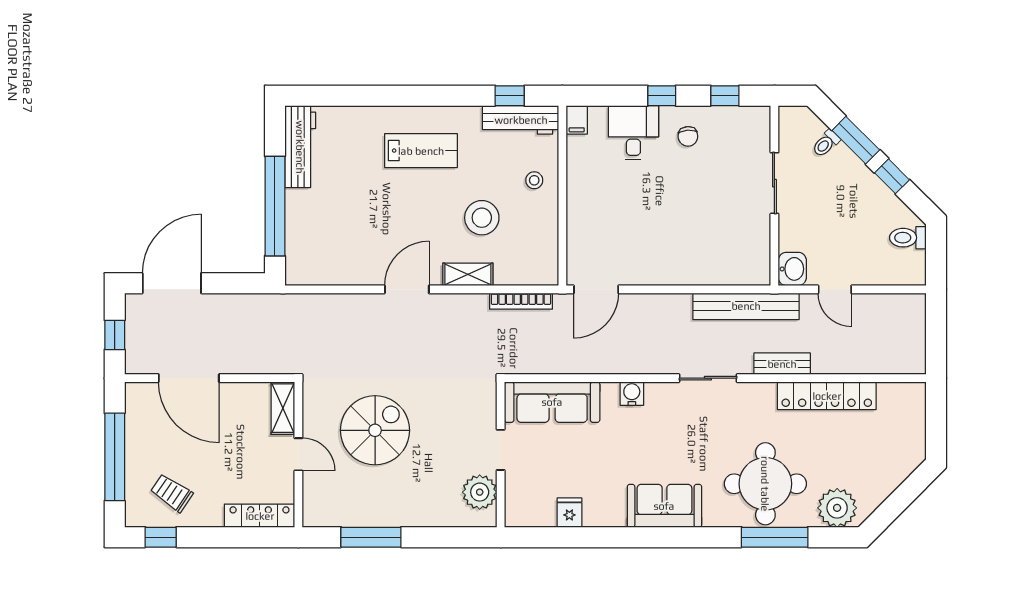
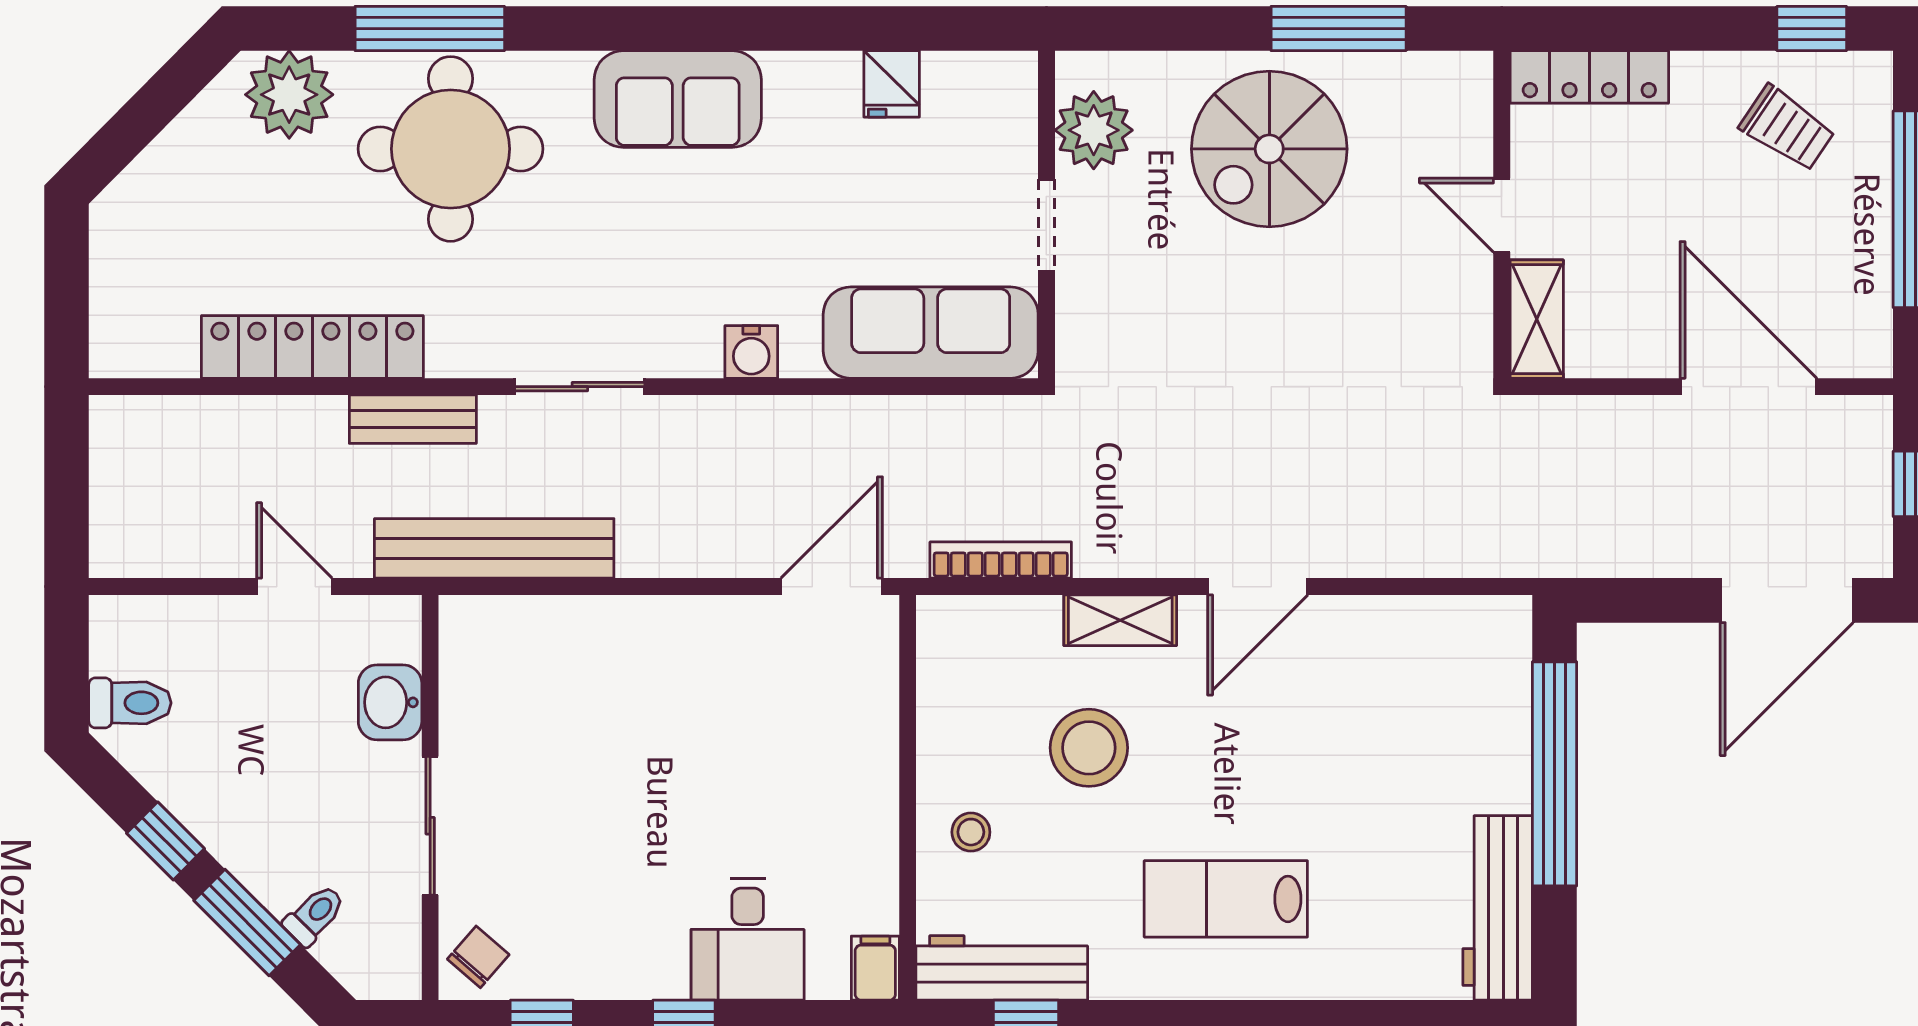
chair: (688, 136) -> (478, 957), moved, turned 45
washbasin: (792, 269) -> (390, 702), moved
spiral stairs: (375, 430) -> (1269, 149), moved

